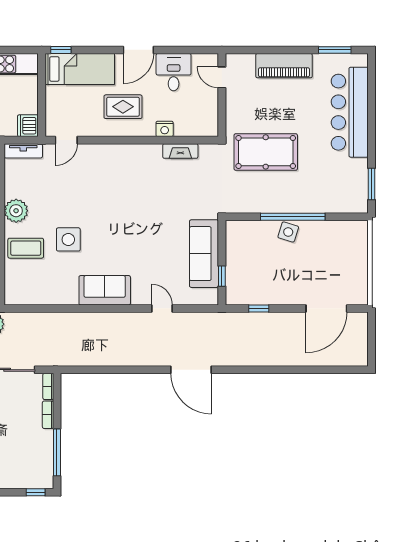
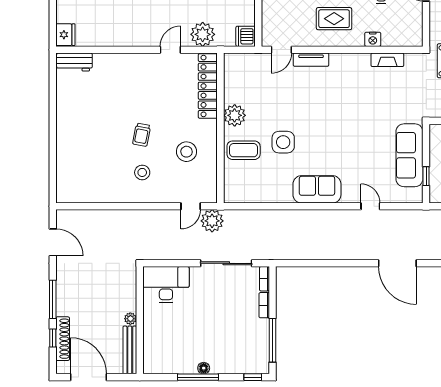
tv unit: (23, 151) -> (311, 60), moved

